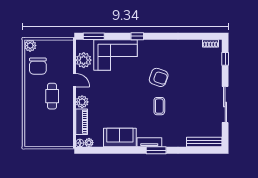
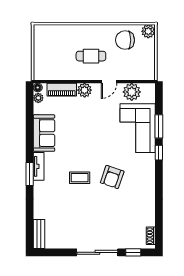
window: (94, 36) -> (159, 126), moved
sliding door: (225, 105) -> (97, 252), moved
bench: (204, 142) -> (39, 234), width x0.73

